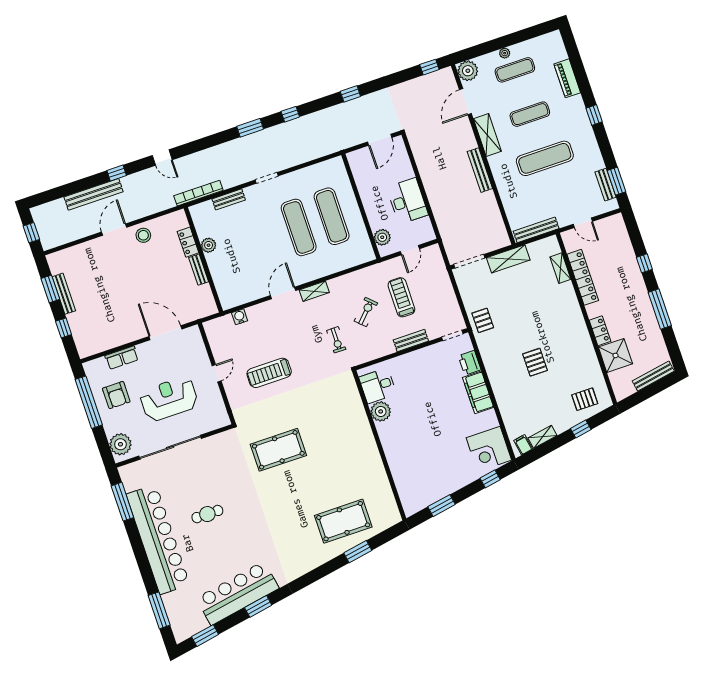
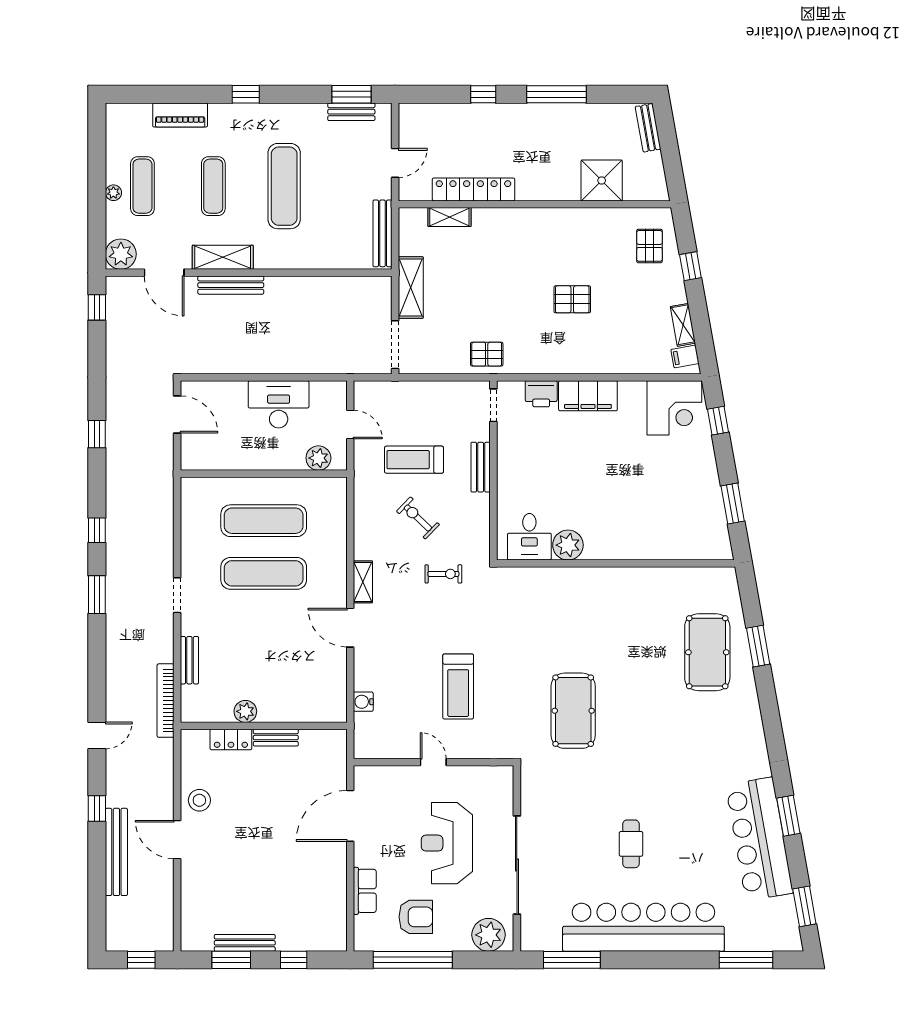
bench: (480, 170) -> (231, 285), moved
locker: (600, 331) -> (559, 191), removed
bench: (653, 376) -> (648, 128), width x0.73

